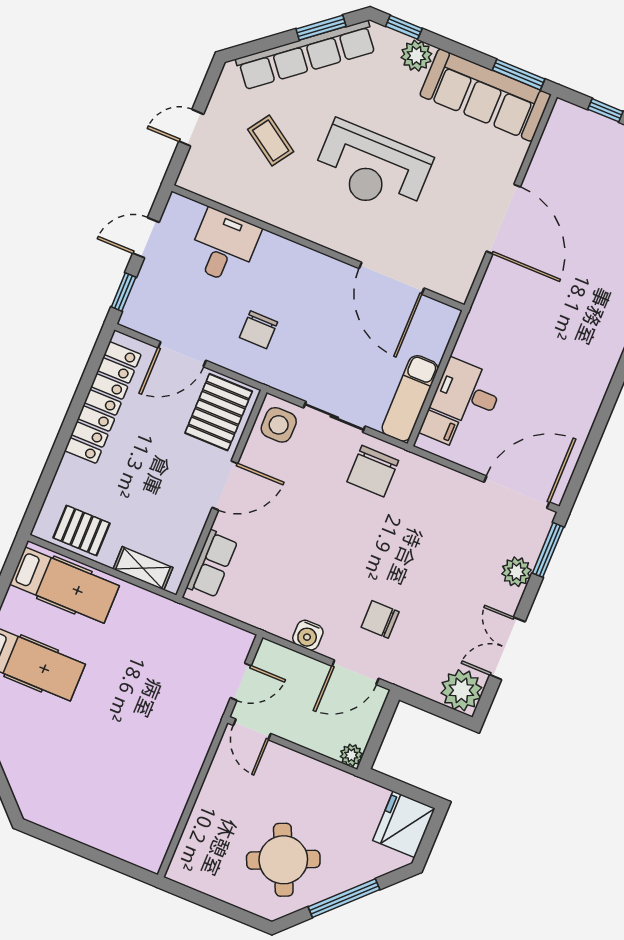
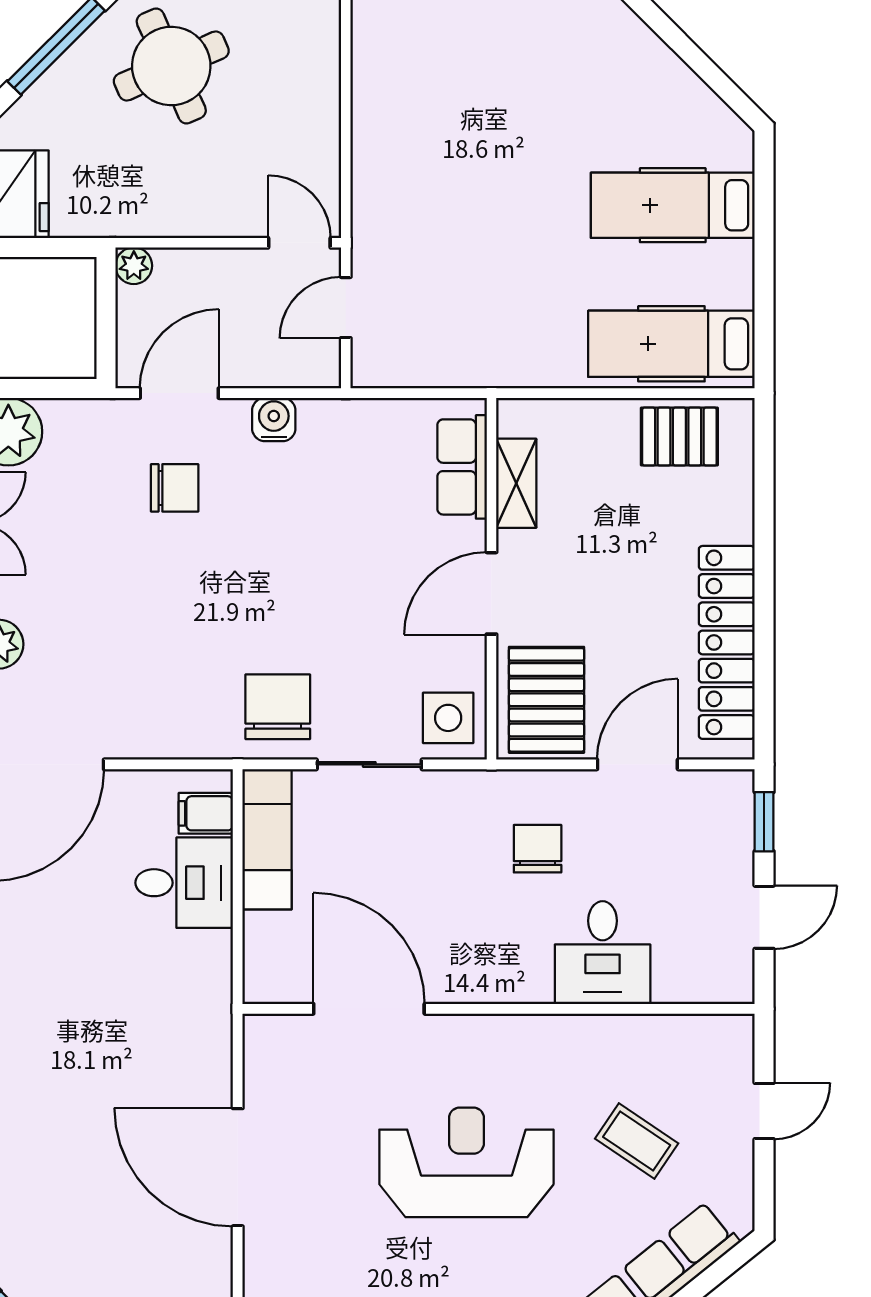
desk: (224, 246) -> (603, 953), moved
shelving: (143, 568) -> (516, 483), moved, turned 90

